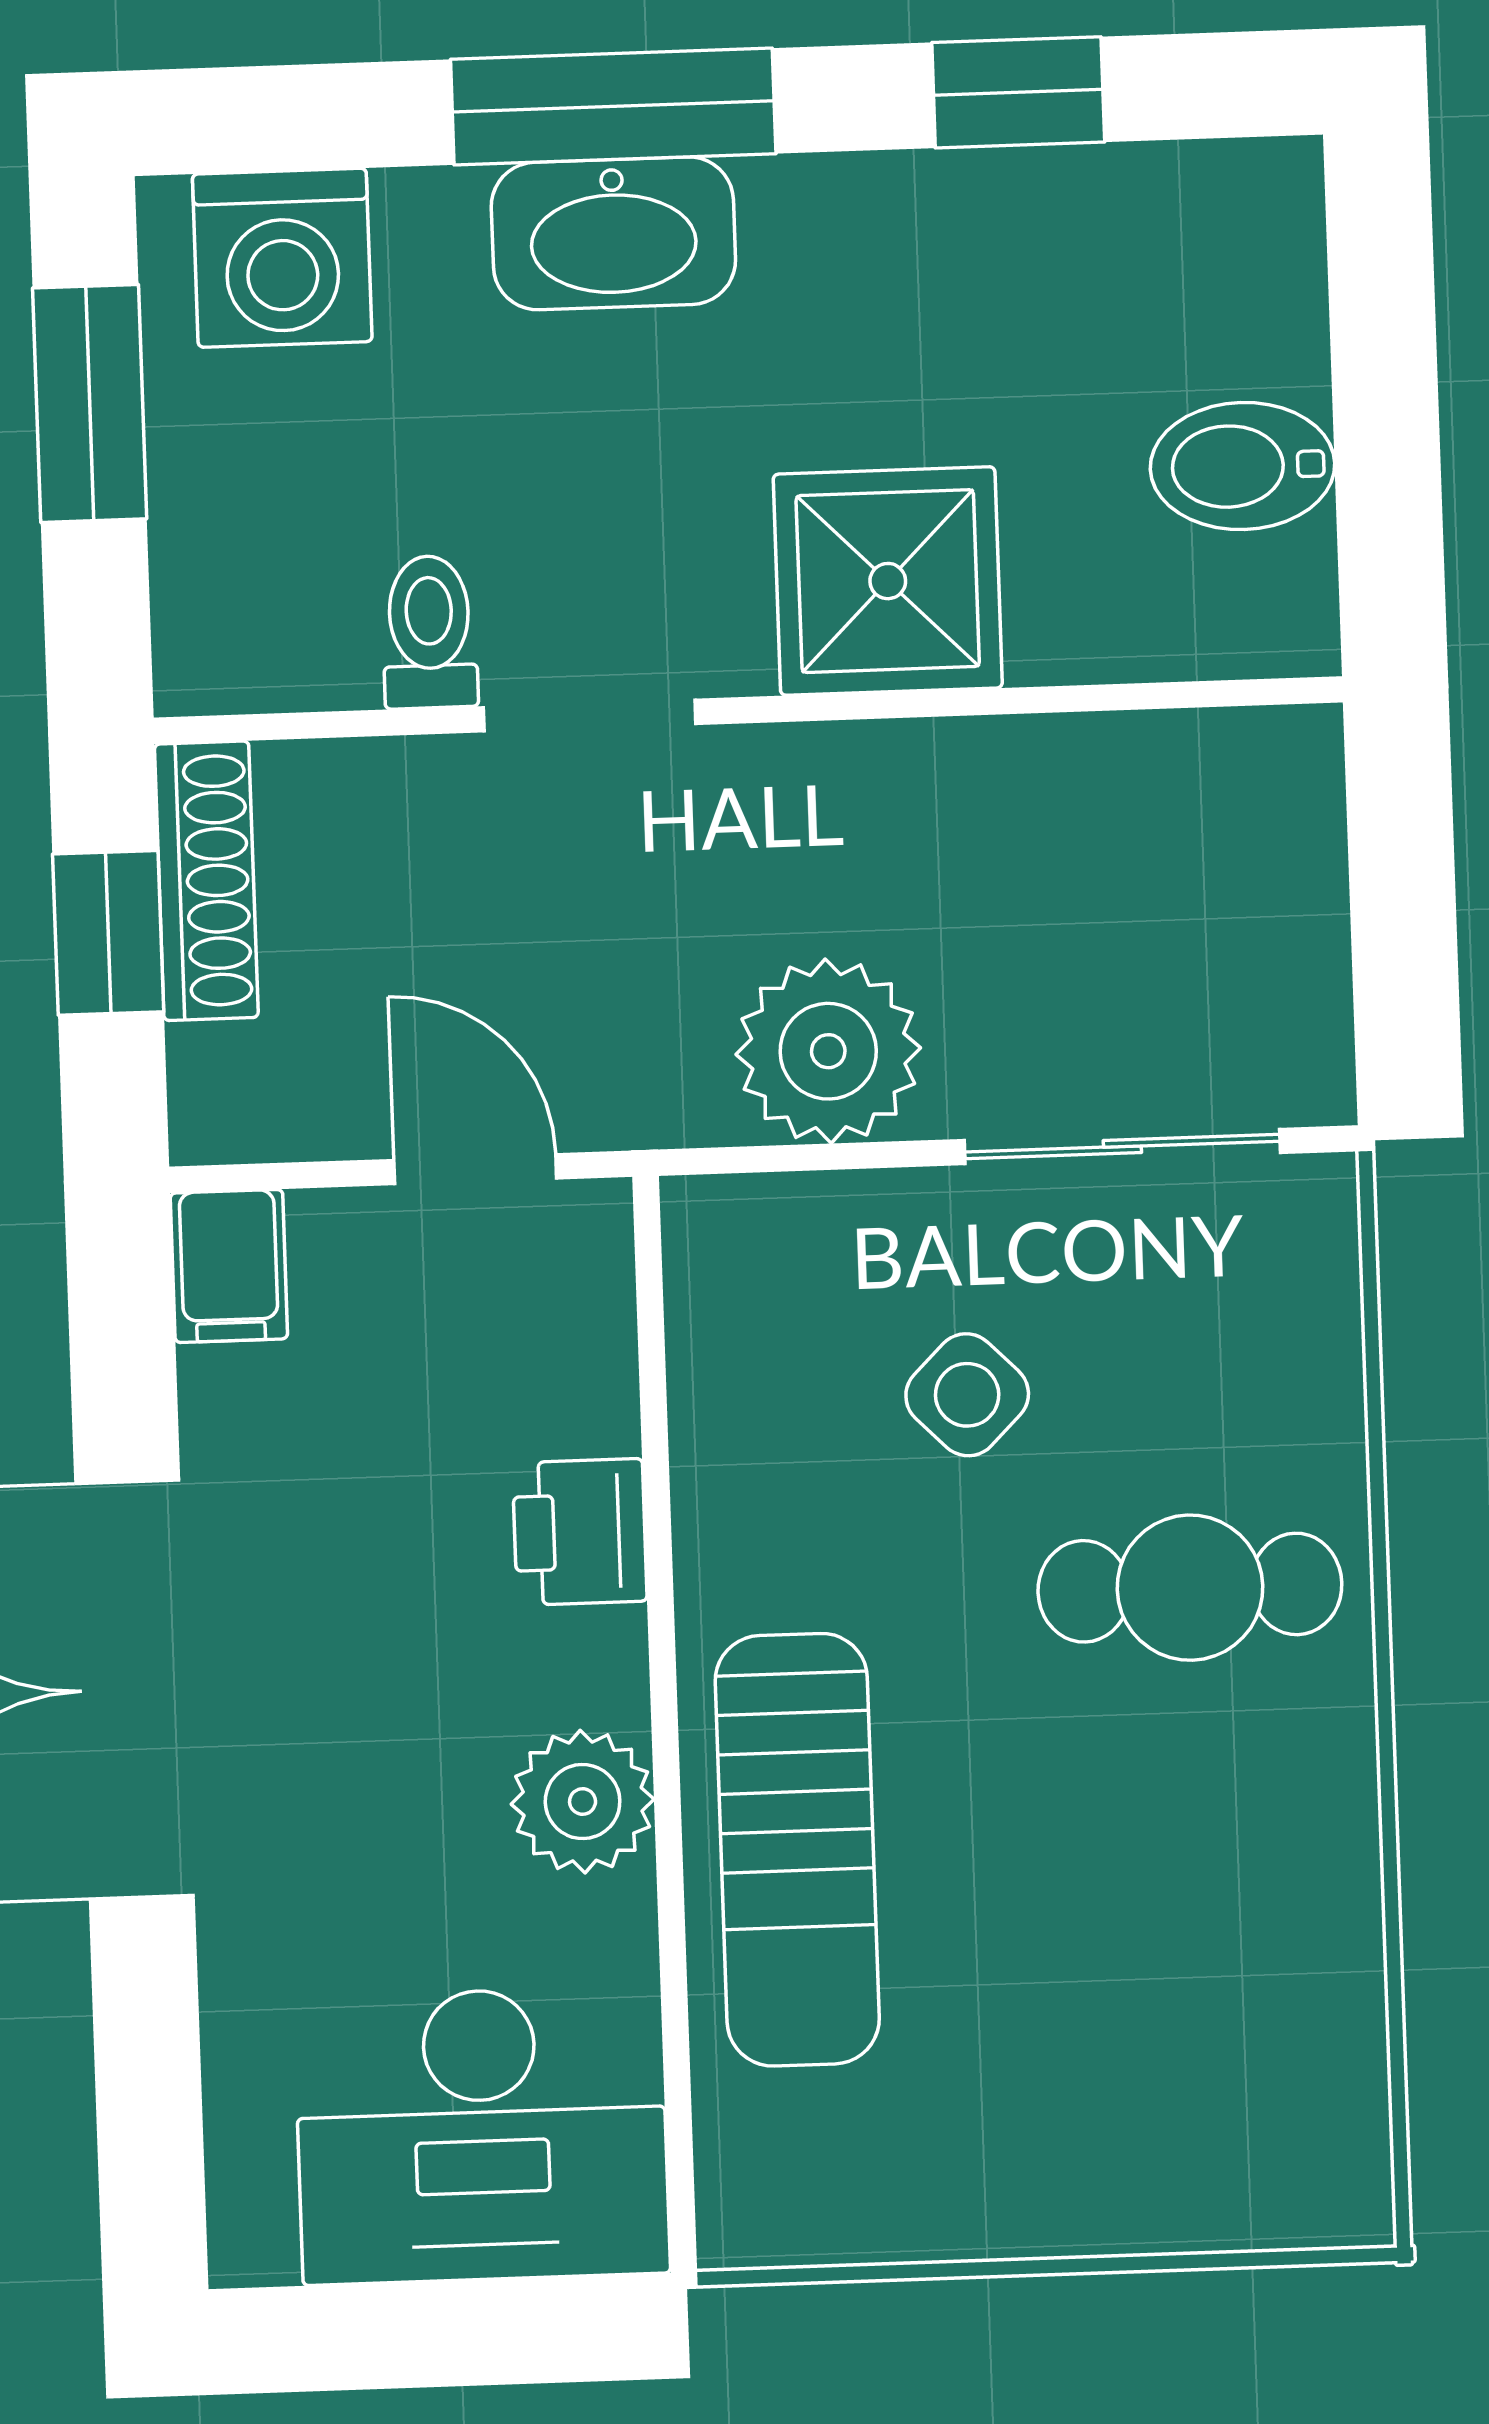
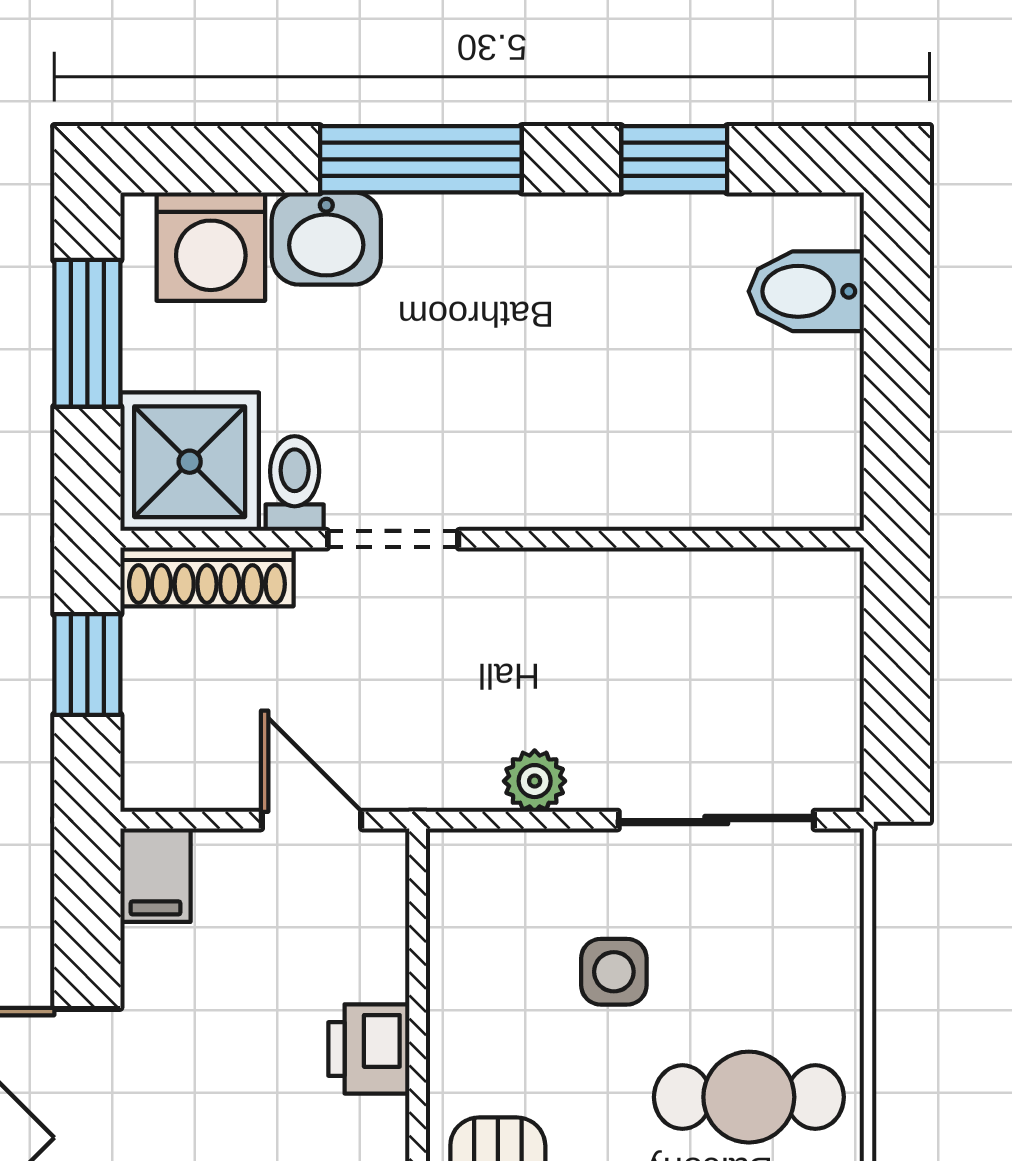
washbasin: (613, 233) -> (326, 239), moved, width x0.72
bidet: (1243, 466) -> (806, 291), moved
shower: (888, 581) -> (190, 462), moved
shoe rack: (206, 881) -> (207, 577), moved, turned 90
plant: (828, 1051) -> (535, 781), width x0.53, depth x0.53
side table: (967, 1395) -> (614, 972), turned 45

